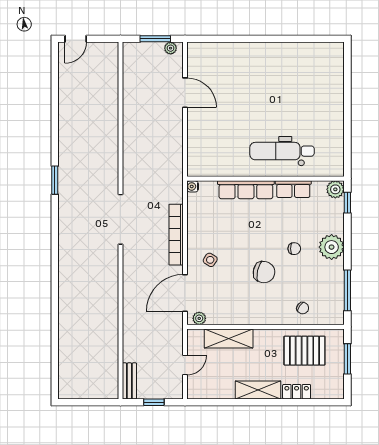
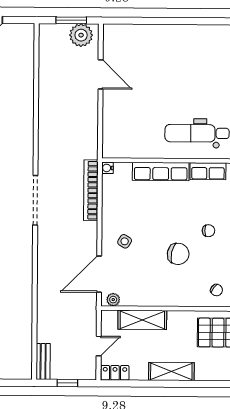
plant: (171, 48) -> (81, 35), width x1.88, depth x1.88
bookcase: (176, 235) -> (91, 190), moved
locker: (297, 392) -> (115, 373), moved

